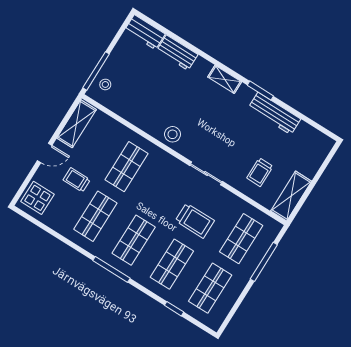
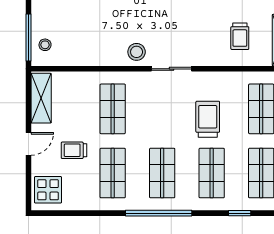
sliding door: (206, 173) -> (172, 69), moved
trolley: (195, 221) -> (208, 119), turned -90
window: (111, 269) -> (159, 213), width x1.46

